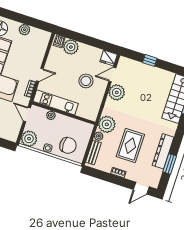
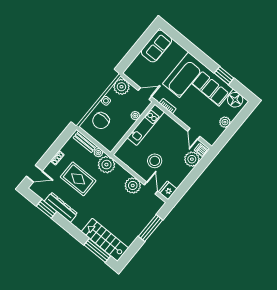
window: (150, 60) -> (150, 228), width x2.17
door: (40, 75) -> (194, 134), moved
door: (141, 188) -> (34, 174), swing flipped

